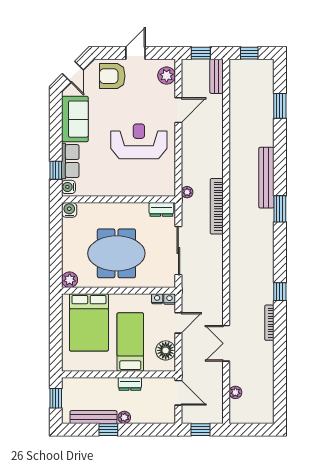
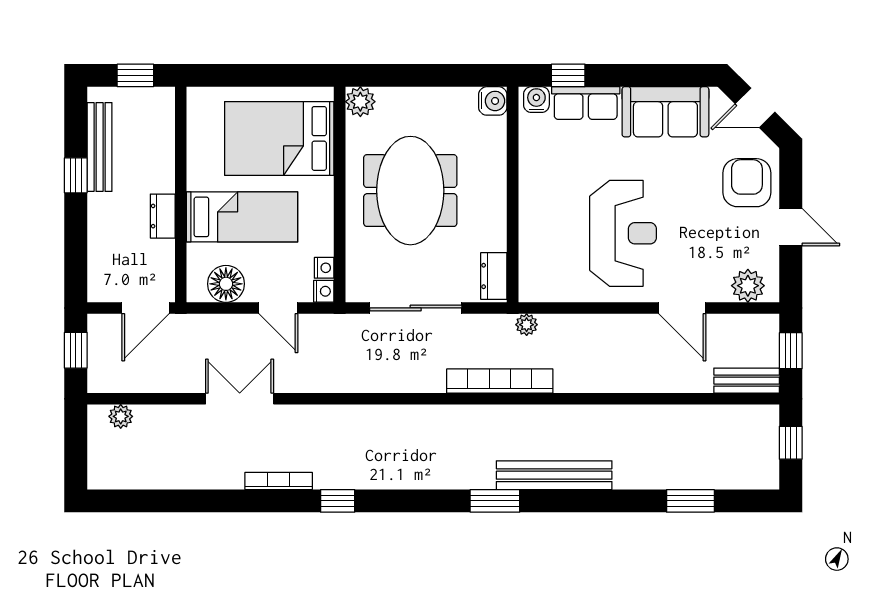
plant: (235, 392) -> (121, 416), moved
plant: (124, 417) -> (99, 205), removed

